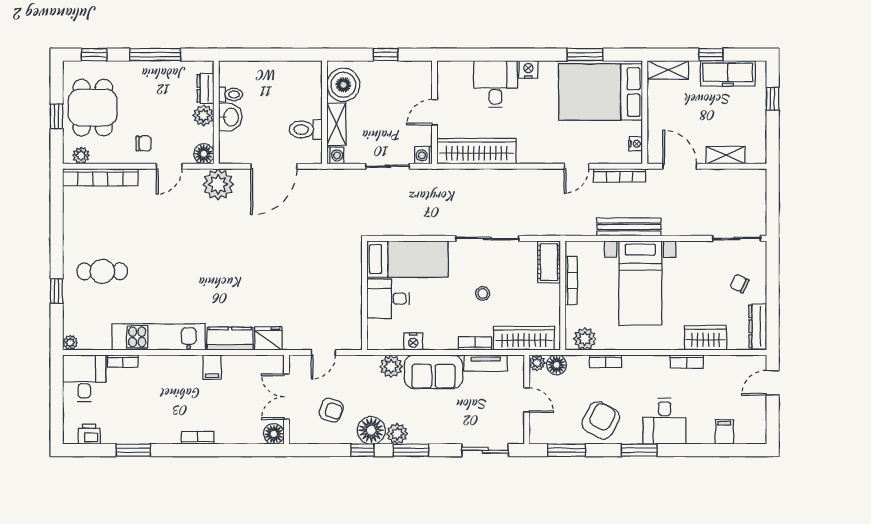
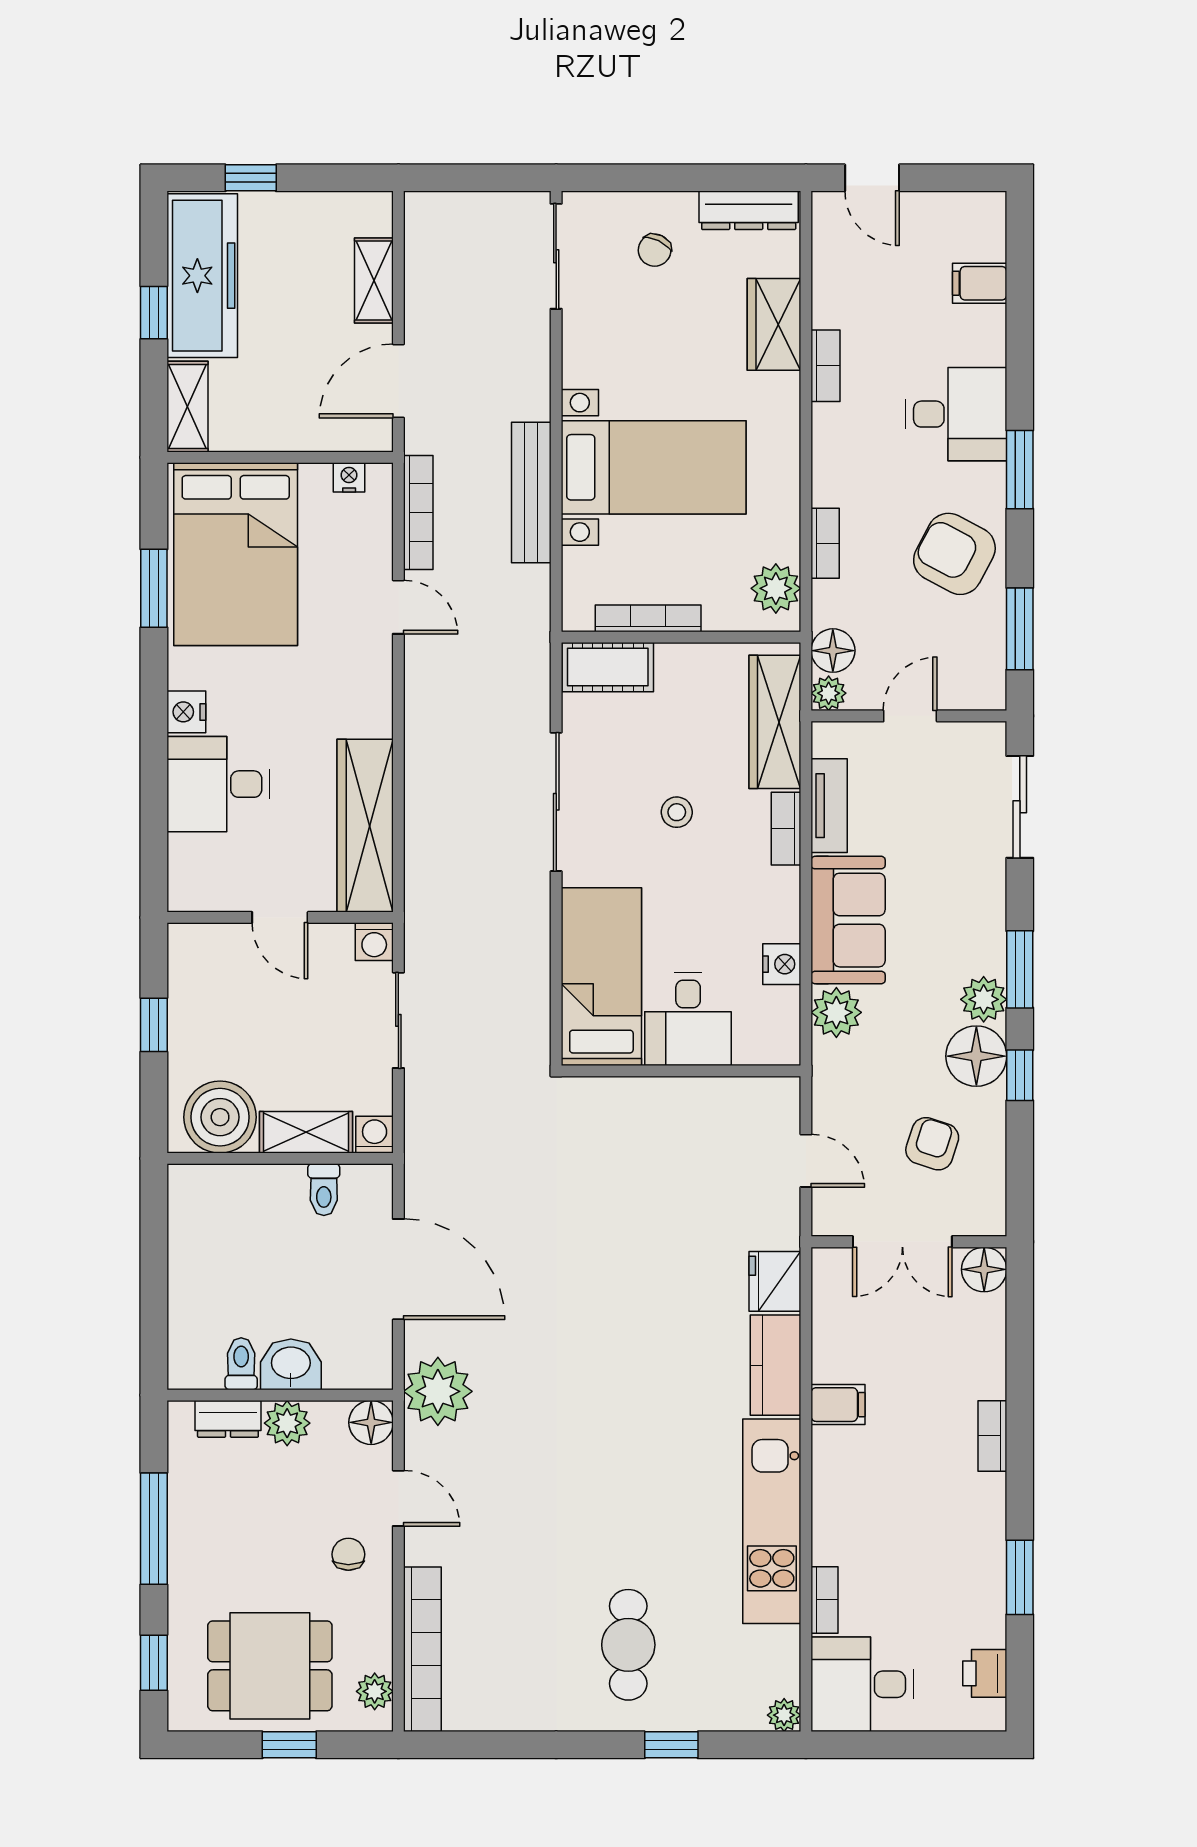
freezer: (728, 73) -> (202, 276), width x1.36, depth x1.26
toilet: (306, 130) -> (324, 1190), width x0.73, depth x0.72

